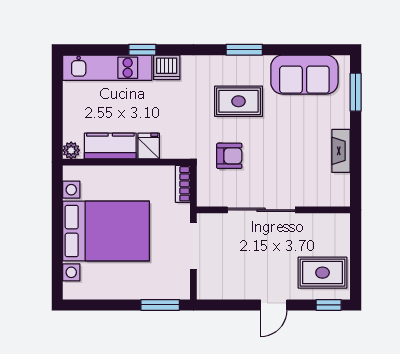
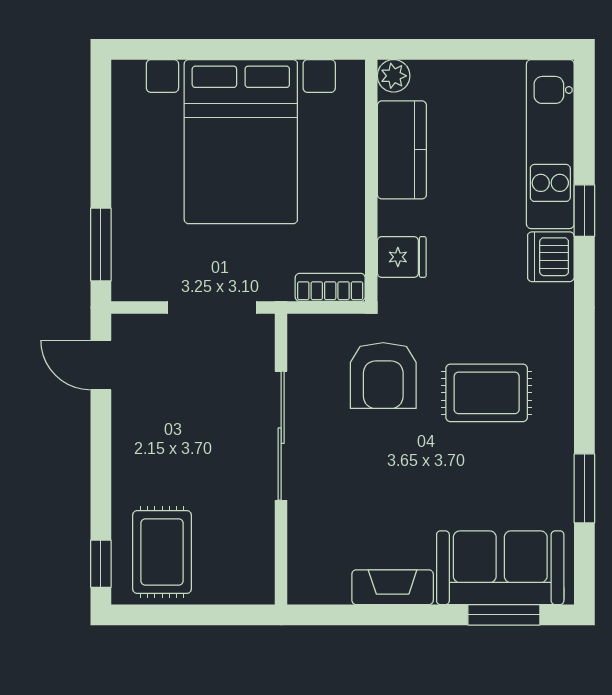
window: (244, 50) -> (584, 488), moved
sofa: (304, 75) -> (500, 568), moved, turned 90
rug: (239, 101) -> (487, 393), turned 90
fridge: (149, 146) -> (402, 257), moved
armchair: (229, 156) -> (383, 375), width x1.38, depth x1.38
door: (274, 305) -> (101, 365), moved

